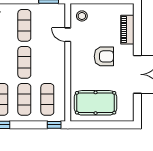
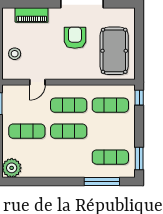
stool: (82, 16) -> (15, 54), moved
armchair: (104, 56) -> (75, 38), moved
exercise mat: (24, 99) -> (69, 105), moved

